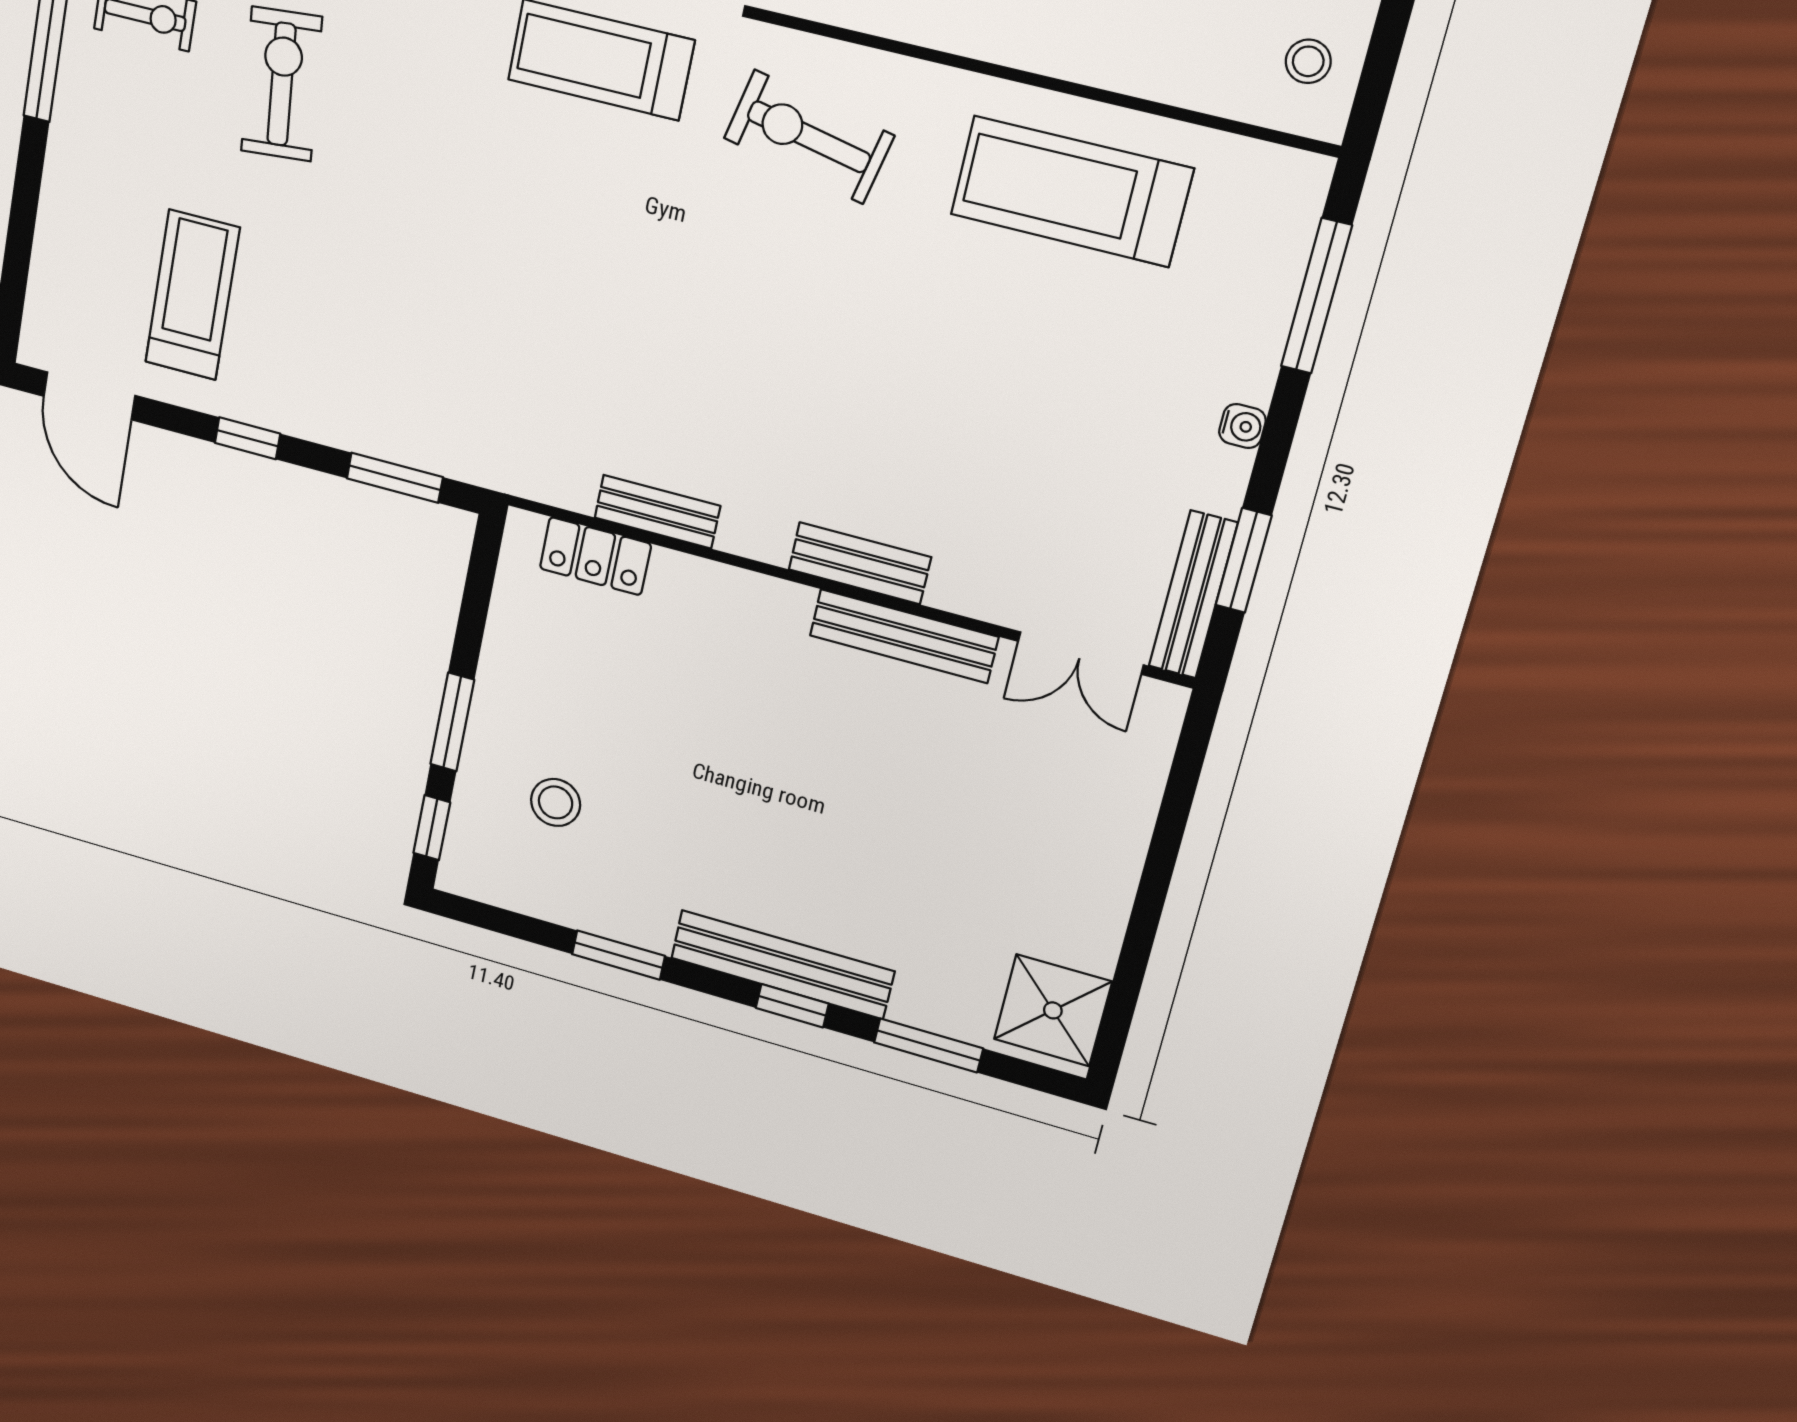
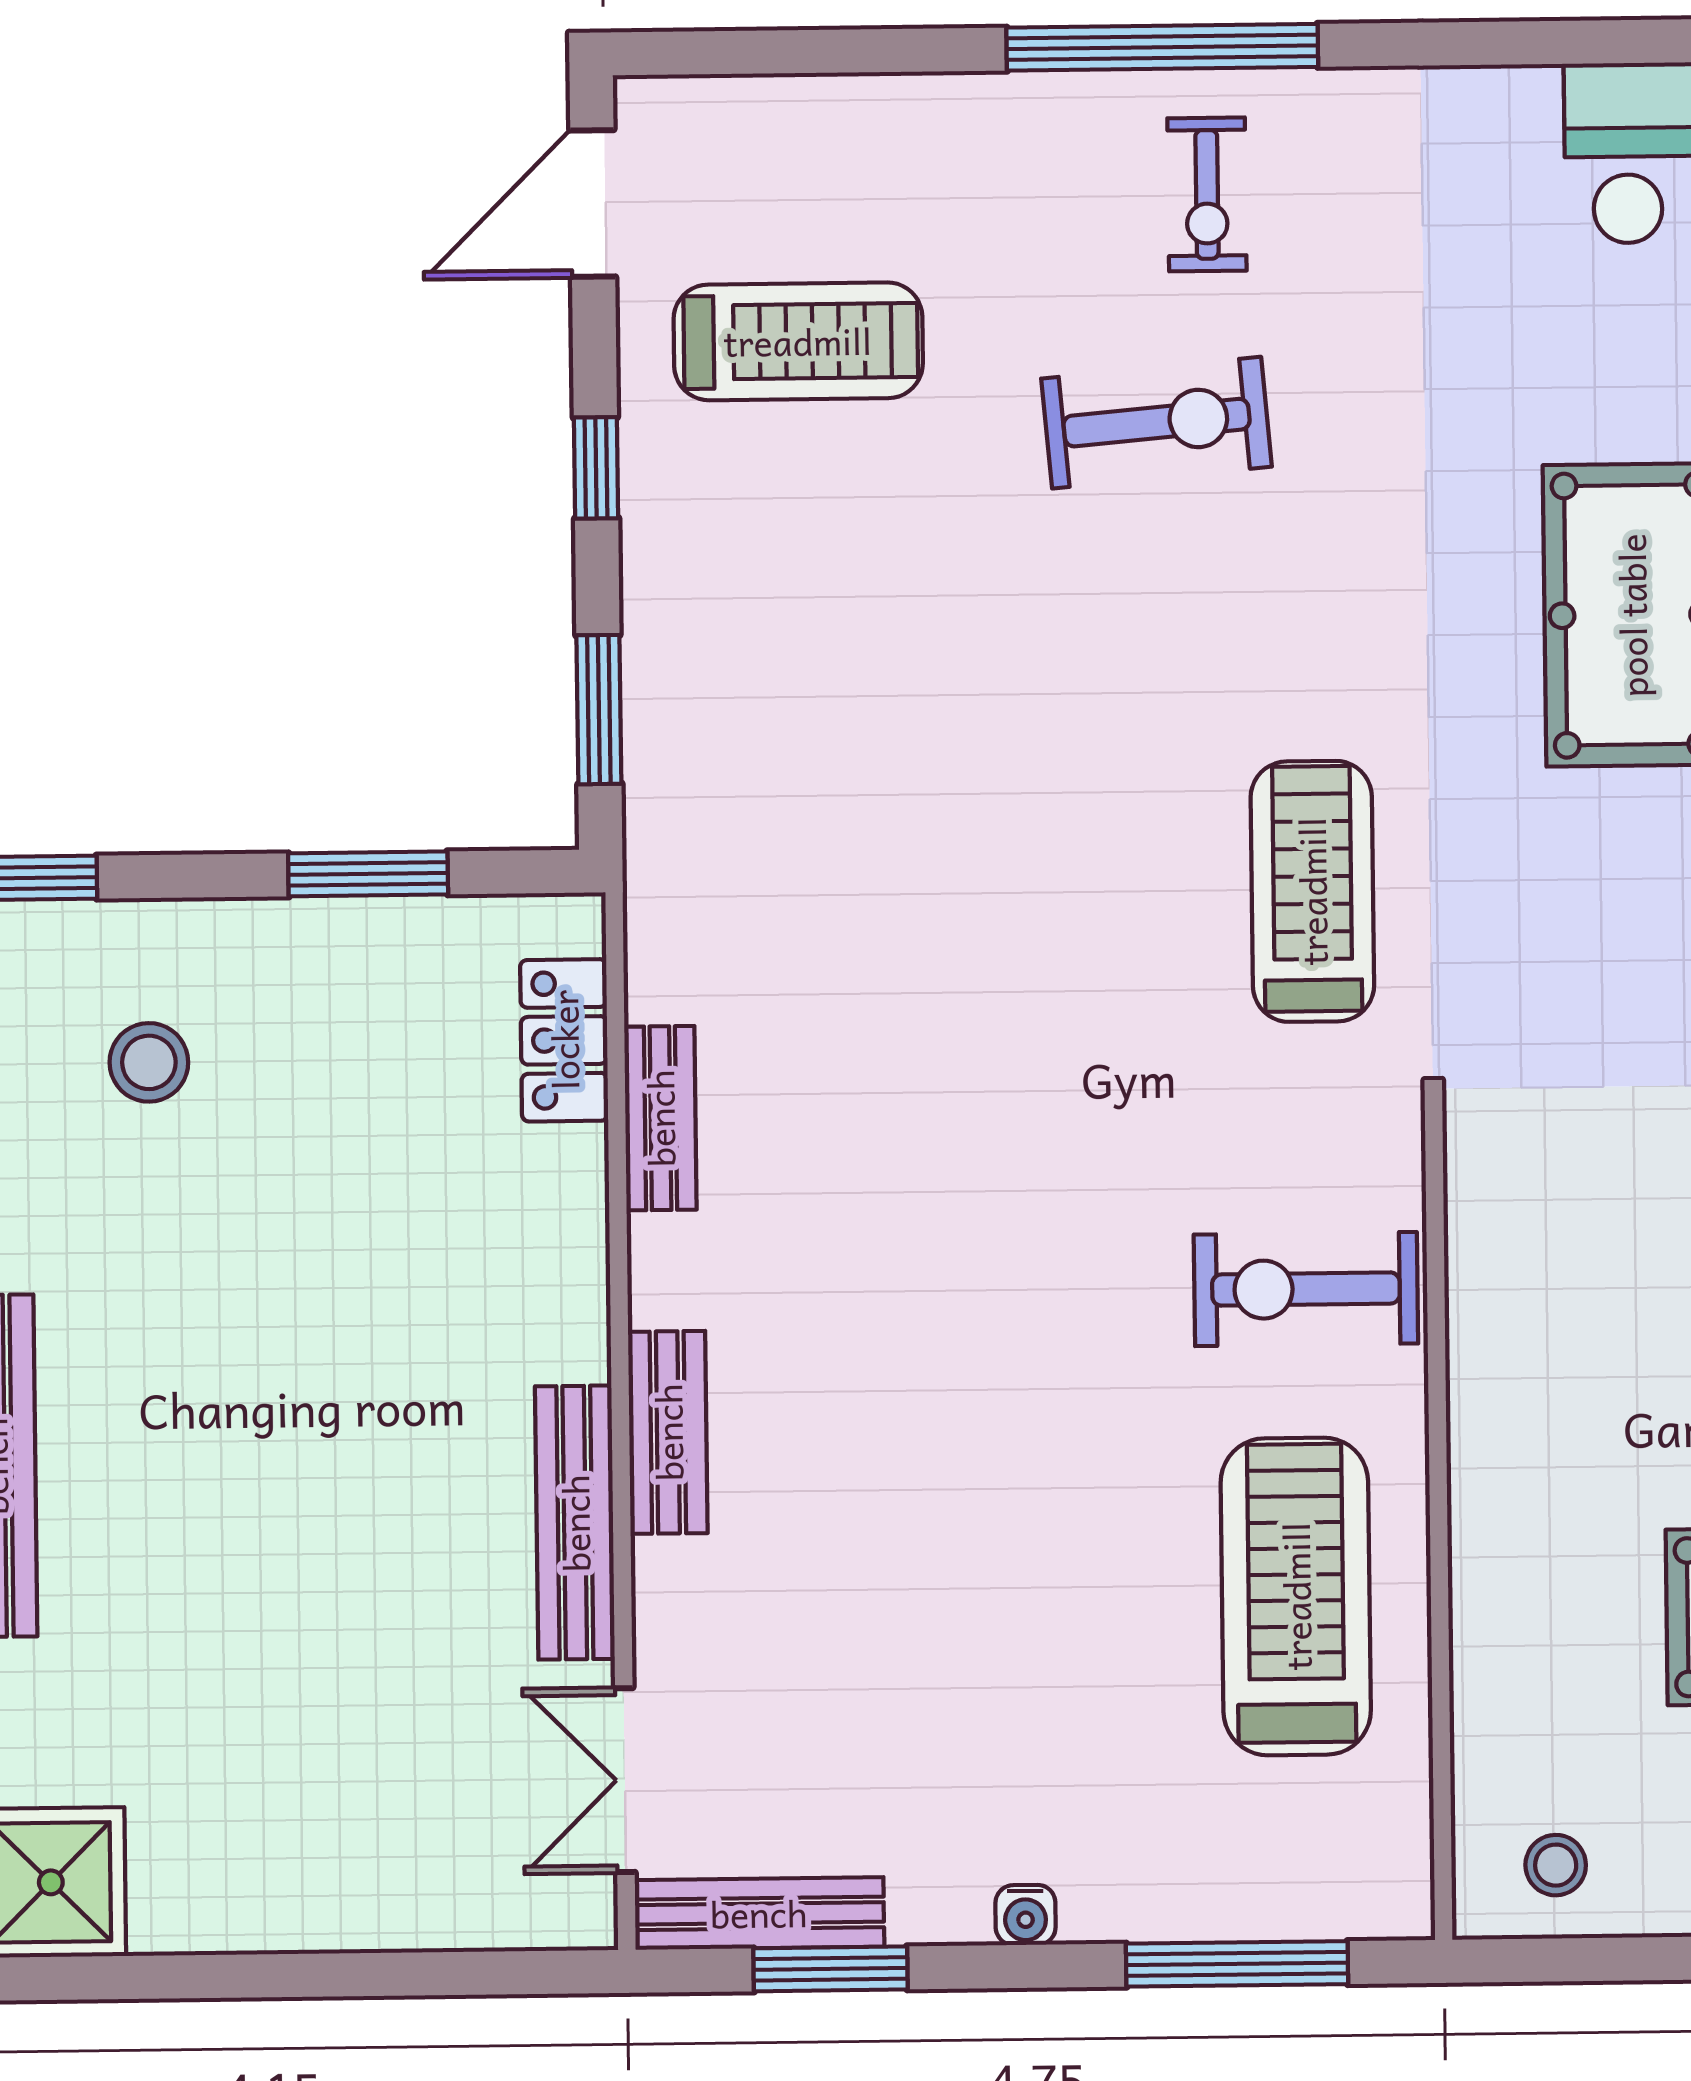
exercise bike: (809, 137) -> (1306, 1289), moved, turned -102
window: (452, 722) -> (368, 874), moved

